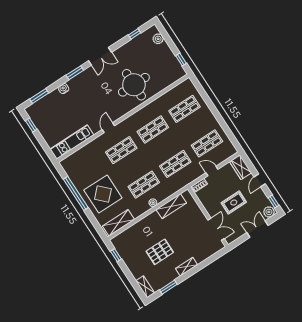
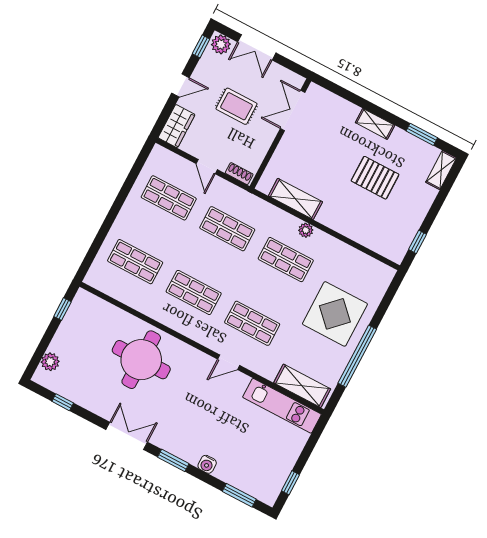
shelving: (119, 223) -> (302, 386), moved

